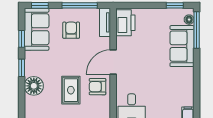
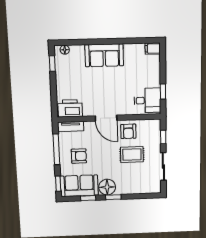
armchair: (71, 30) -> (79, 156), turned 180
window: (197, 30) -> (74, 42), removed
sofa: (182, 46) -> (104, 55), moved
floor lamp: (34, 86) -> (107, 187), moved

